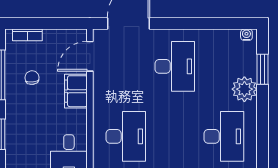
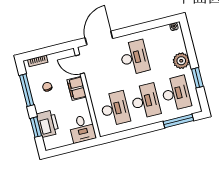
door: (90, 56) -> (80, 64), hinge flipped
window: (262, 69) -> (197, 78), moved
printer: (19, 134) -> (48, 124), added
desk: (175, 136) -> (145, 101), added

